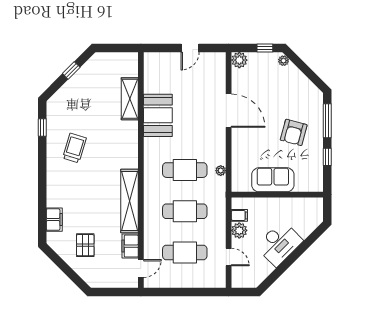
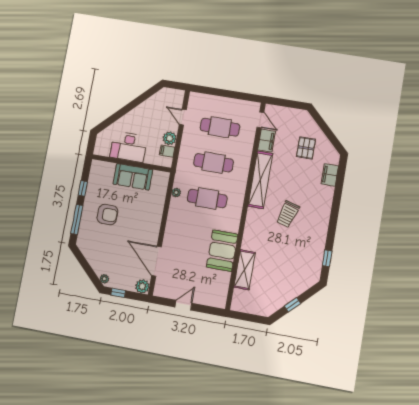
door: (229, 111) -> (157, 261), moved
armchair: (294, 132) -> (107, 215), turned 75
trolley: (74, 148) -> (288, 214), moved
desk: (279, 243) -> (129, 147), moved, turned -135
door: (141, 268) -> (260, 120), swing flipped

